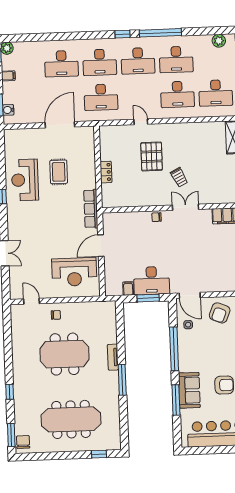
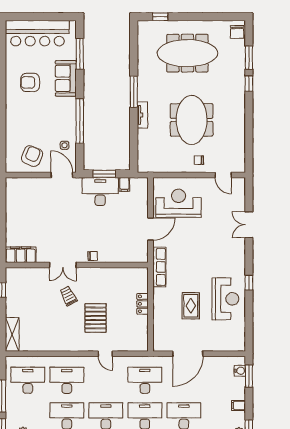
meeting table: (65, 354) -> (192, 120), turned 90
window: (176, 400) -> (80, 54), moved
window: (11, 435) -> (249, 58), moved

